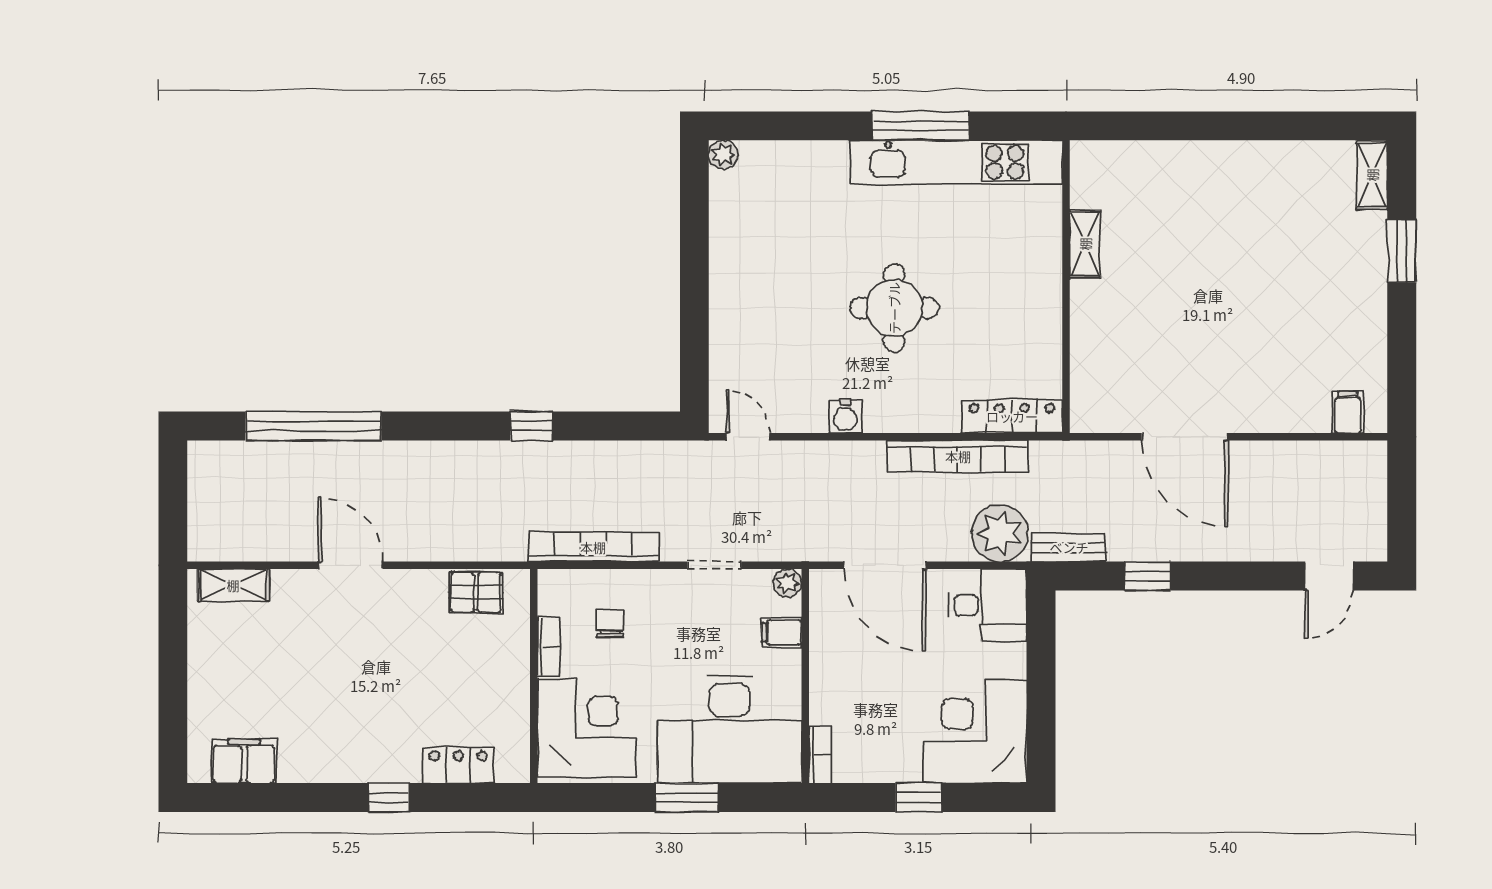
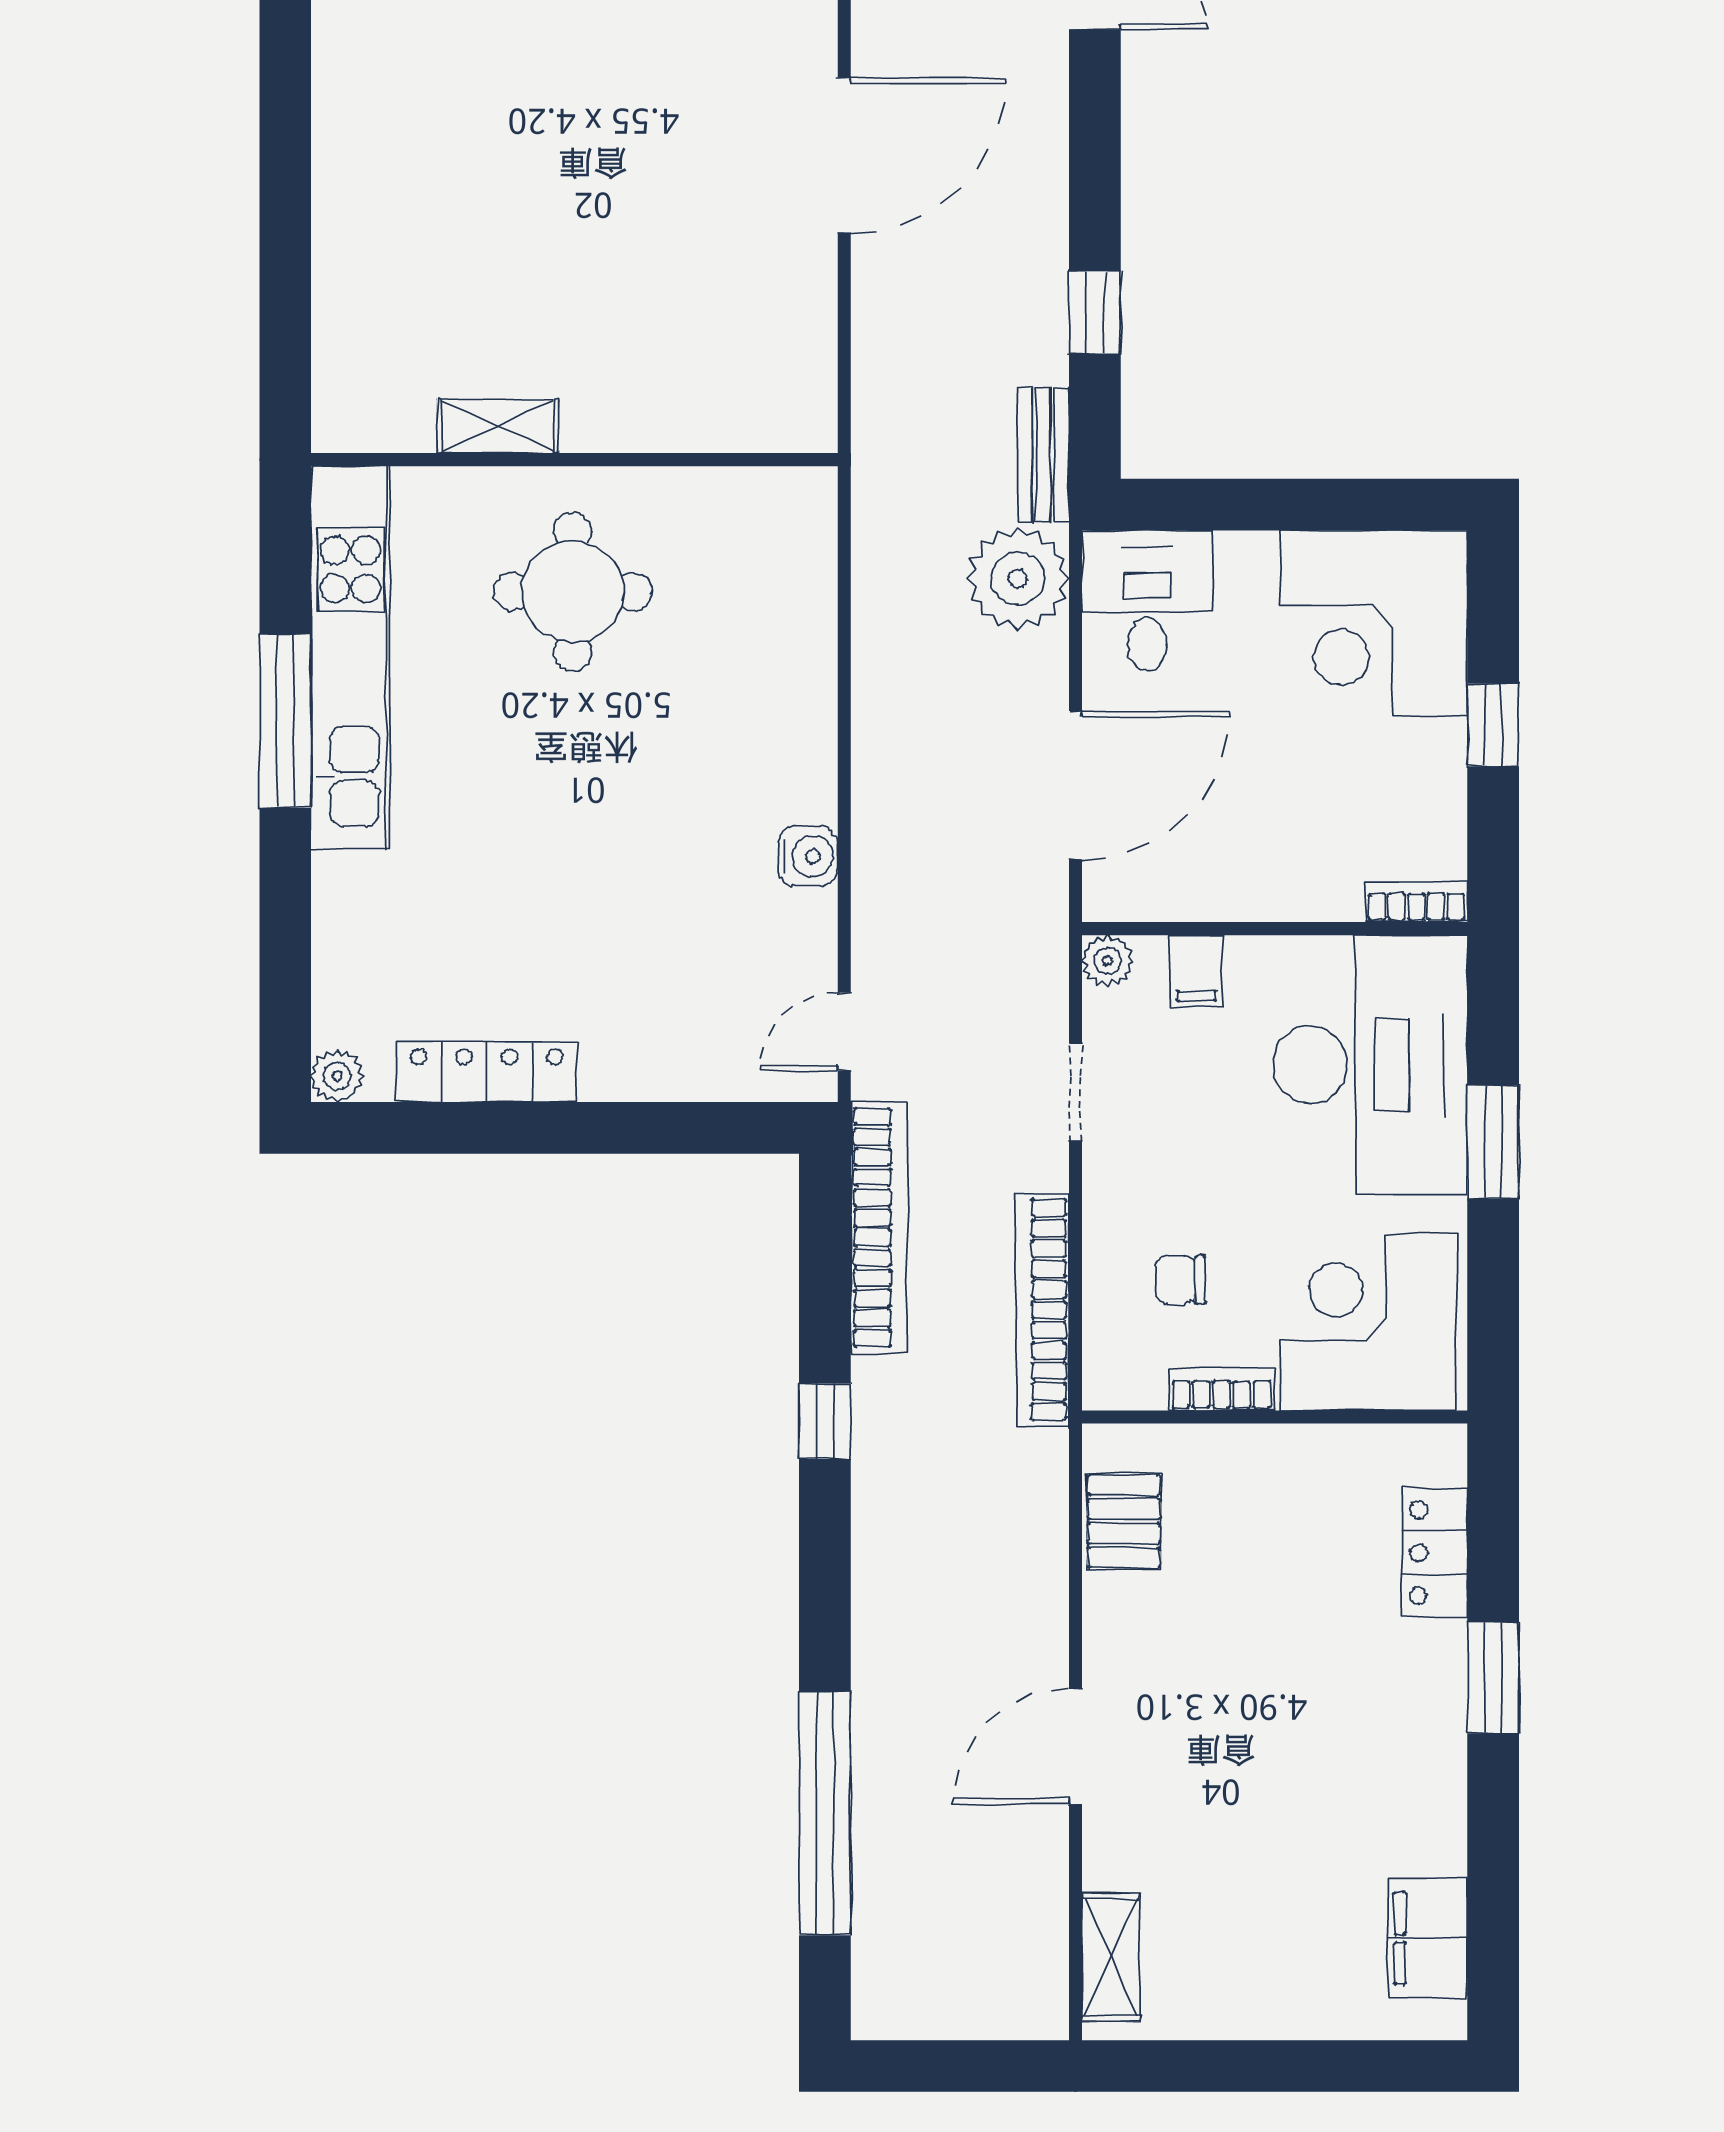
round table: (894, 308) -> (573, 592), moved
locker: (1012, 416) -> (487, 1072), moved, turned 90
door: (1185, 437) -> (844, 155), moved
bookcase: (958, 456) -> (879, 1228), moved
window: (389, 798) -> (1493, 1678), width x1.50

